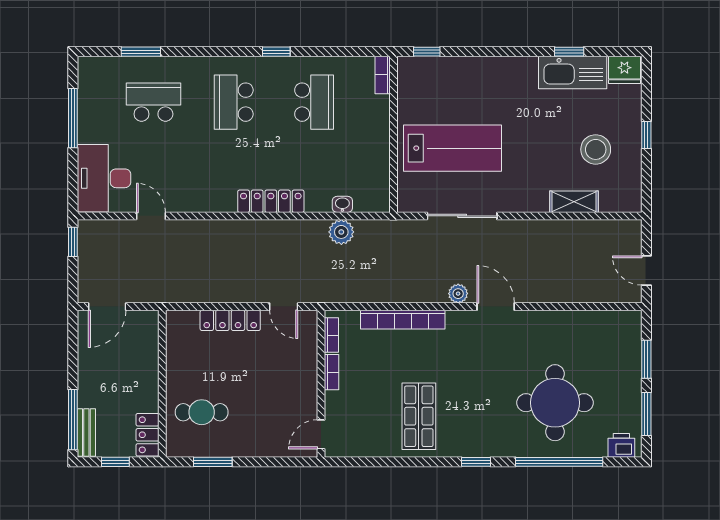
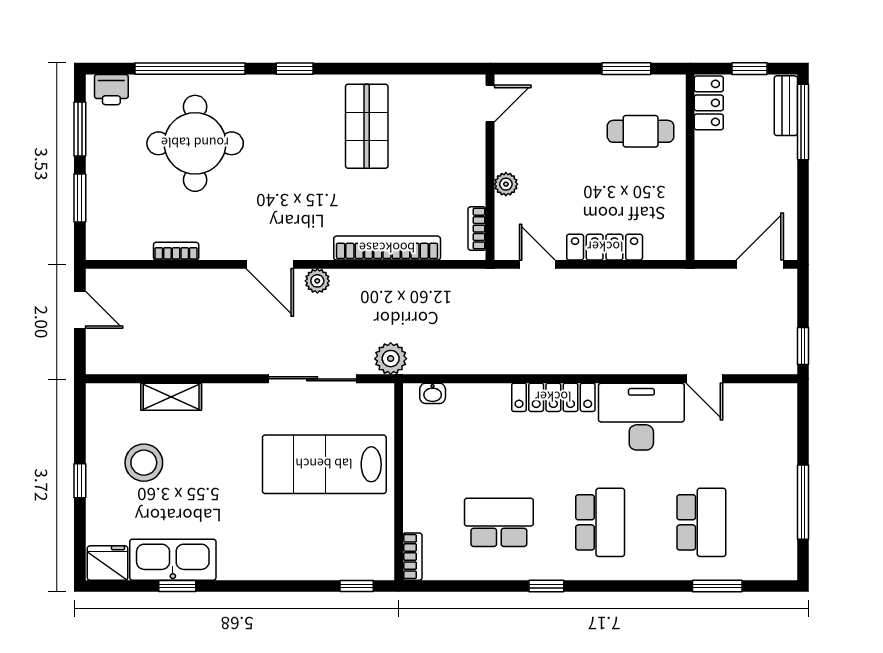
school desk: (153, 102) -> (701, 522), turned -90
school desk: (314, 102) -> (499, 522), turned 90
desk: (104, 178) -> (641, 417), moved, turned -90
washbasin: (342, 204) -> (433, 393), moved
plant: (341, 232) -> (391, 359), moved
plant: (308, 370) -> (506, 184), added
bookcase: (332, 372) -> (176, 251), moved, turned 90

